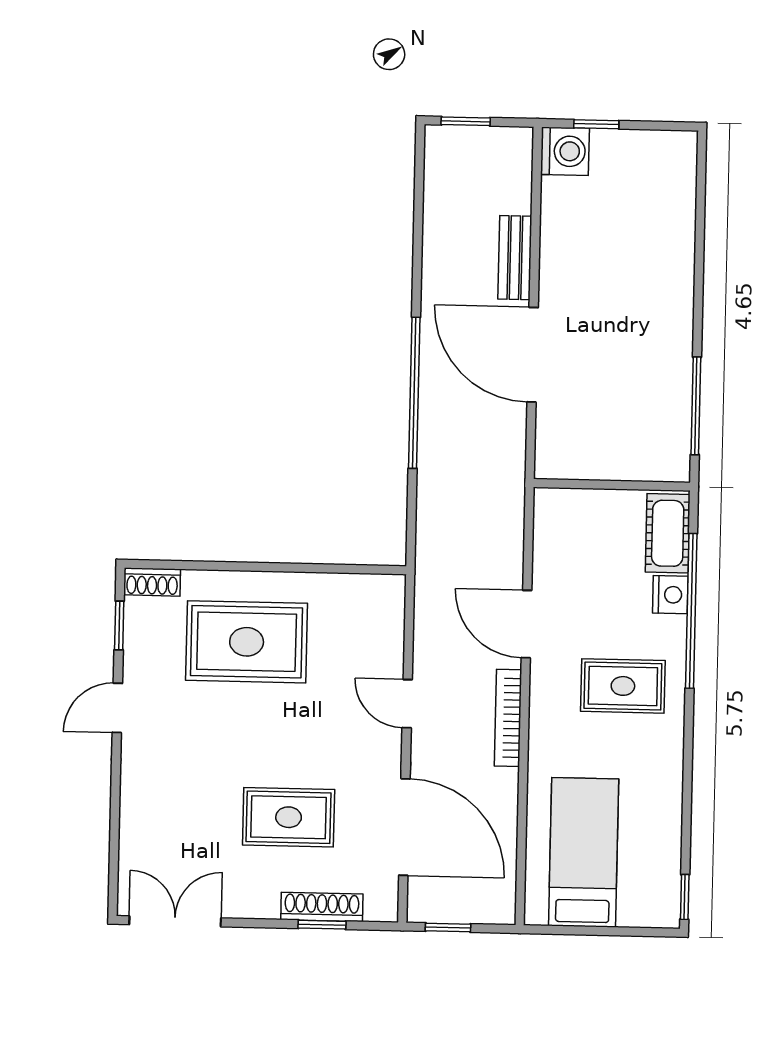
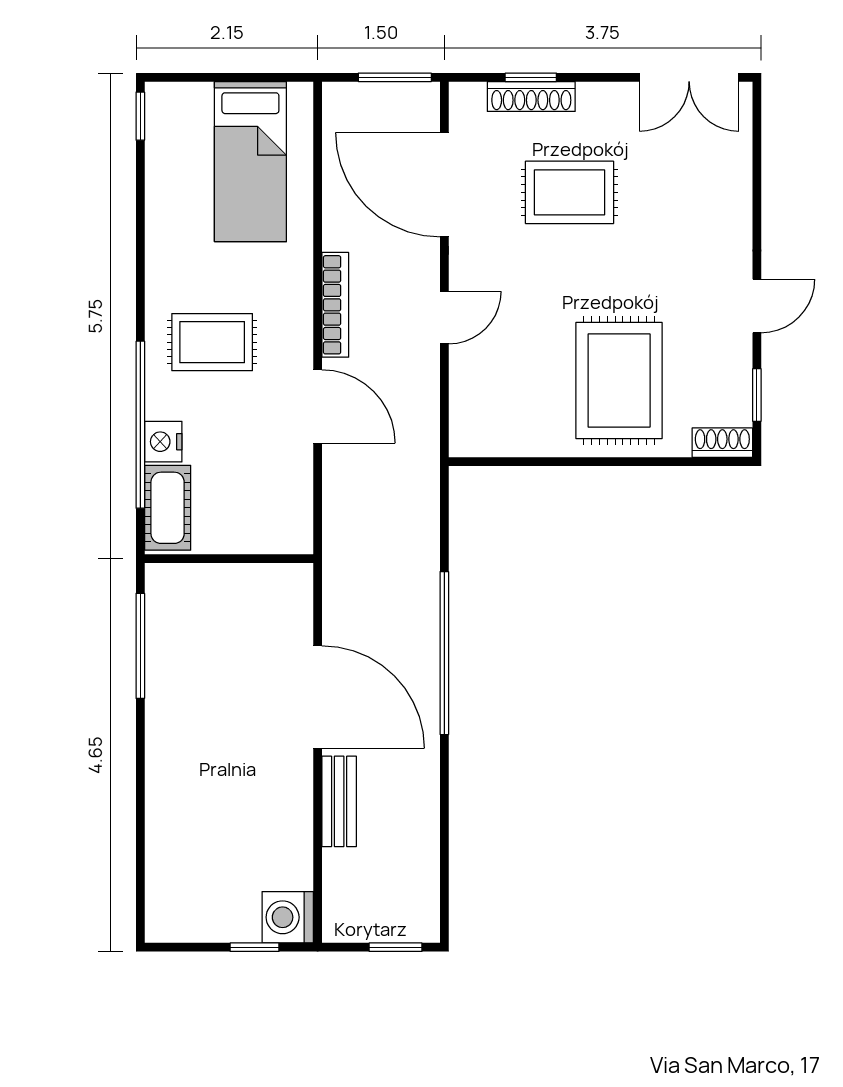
rug: (247, 642) -> (619, 381), turned 90
door: (407, 704) -> (444, 318), hinge flipped
window: (448, 928) -> (395, 77), width x1.50

